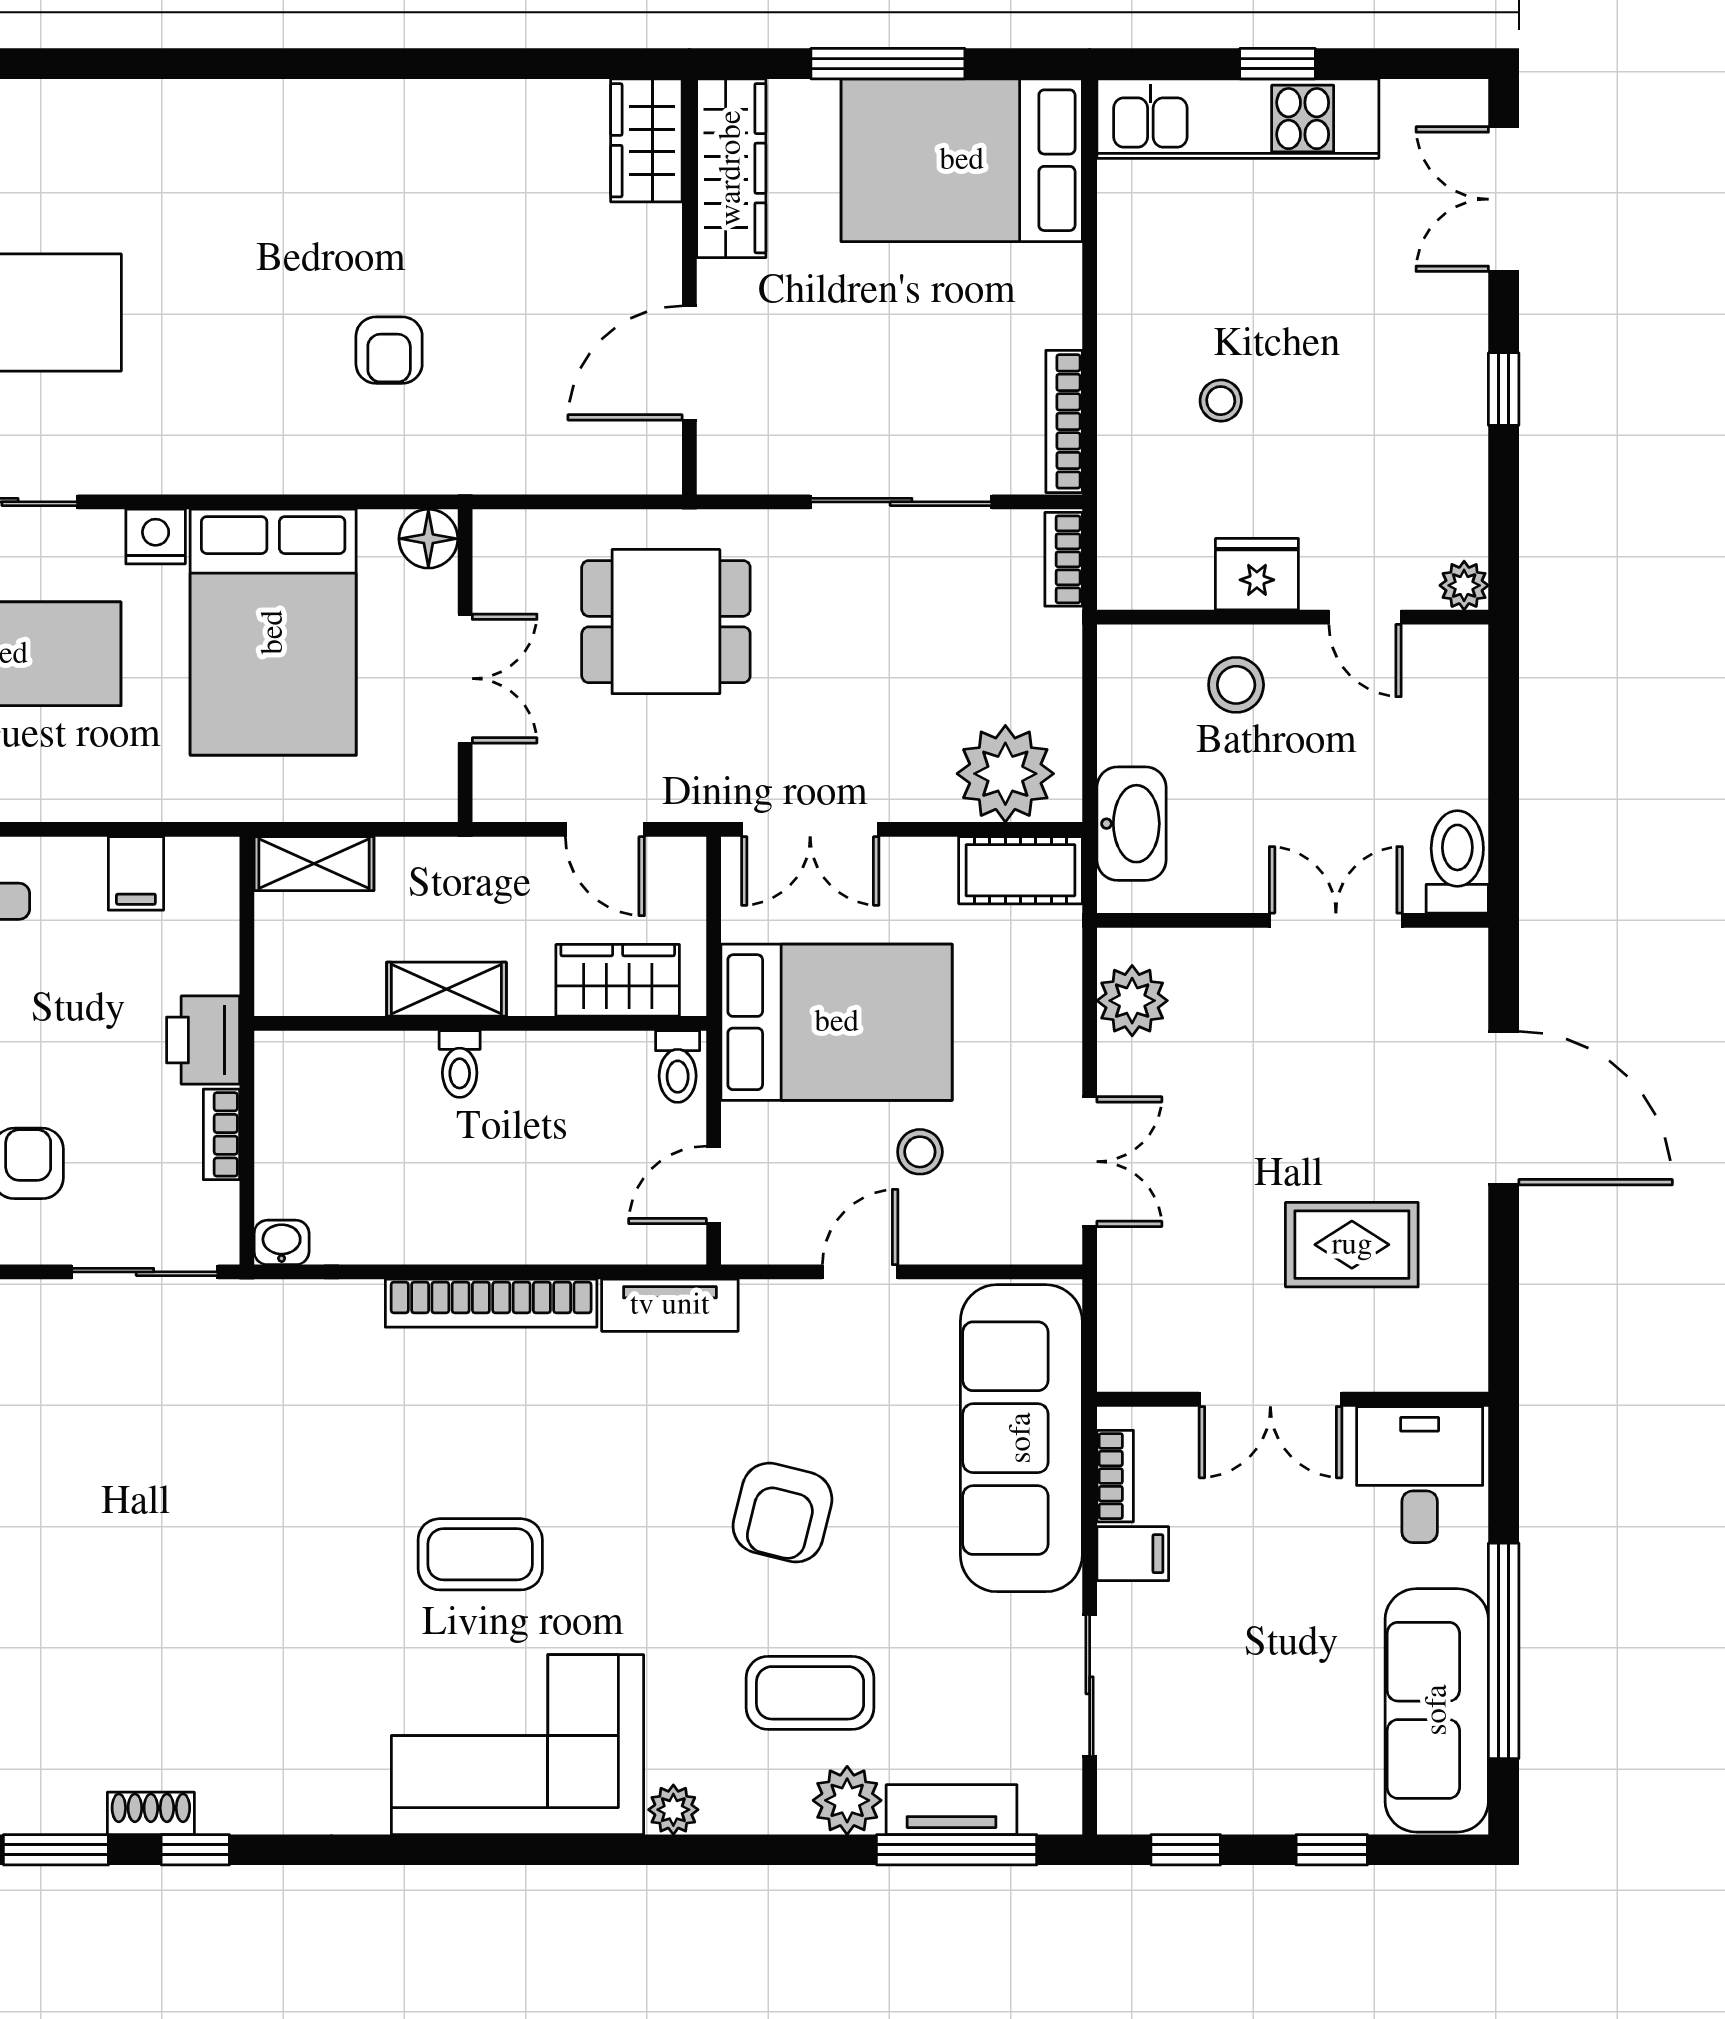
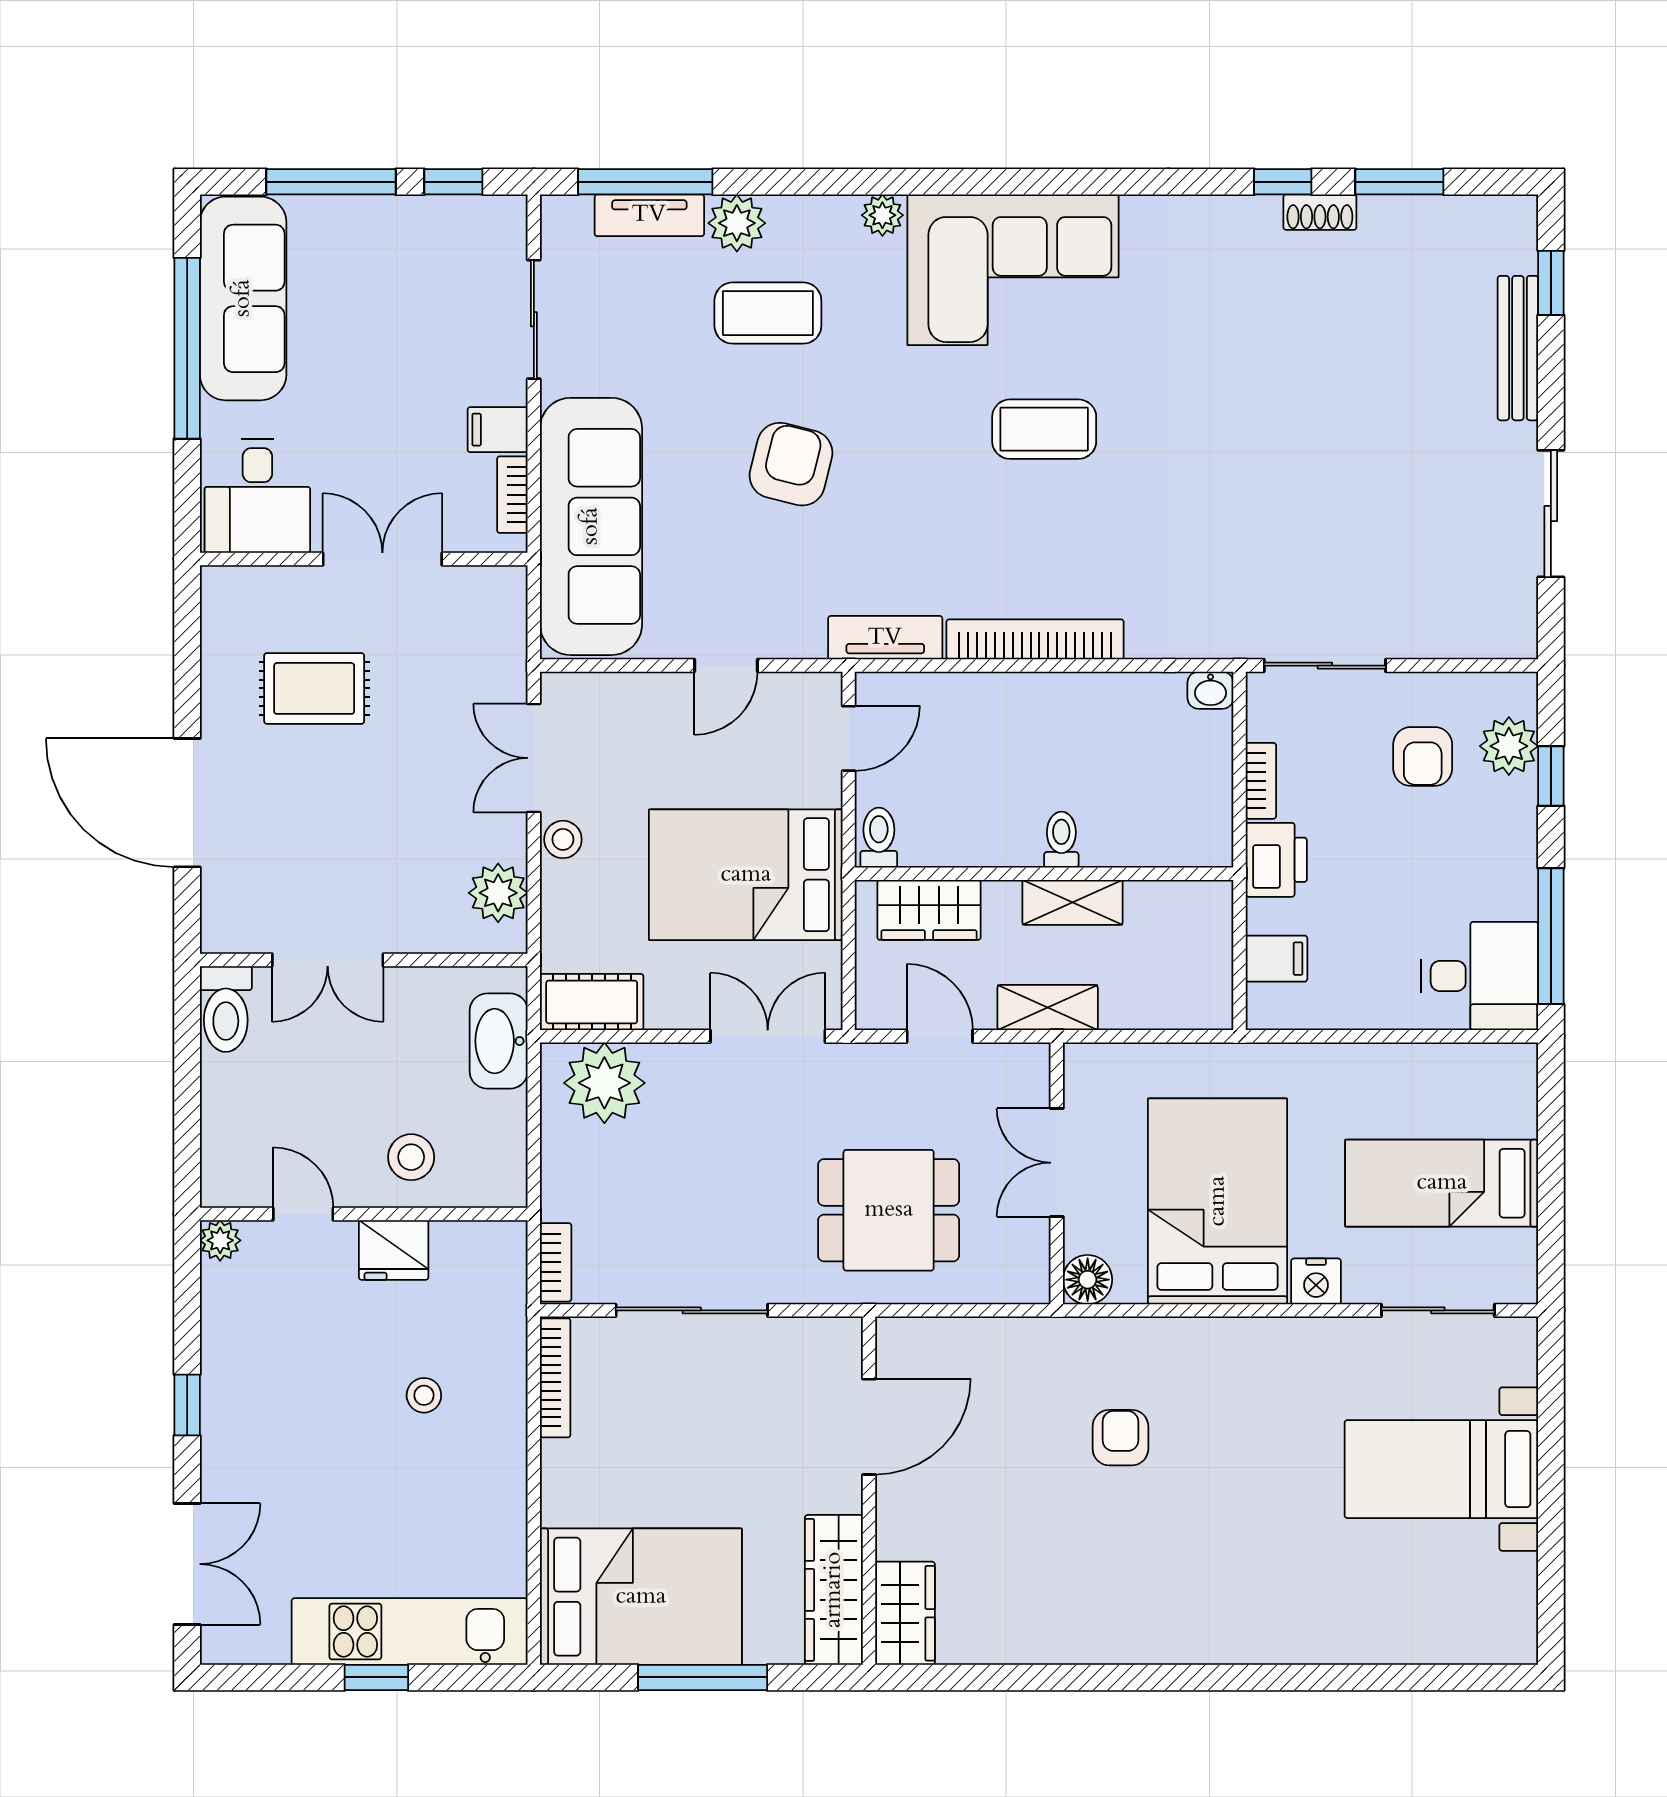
shelving: (314, 864) -> (1048, 1008), moved
filing cabinet: (136, 873) -> (1276, 959), moved, turned 90
stool: (920, 1152) -> (563, 839), moved
window: (1332, 1850) -> (331, 182), width x2.17

